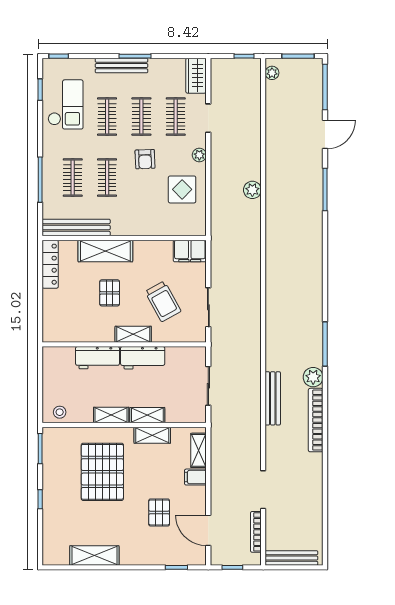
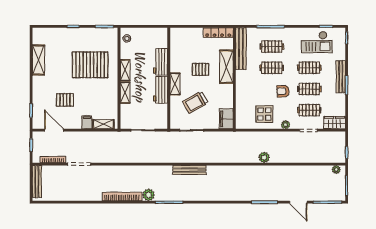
bench: (273, 398) -> (189, 170), moved
shelving: (152, 435) -> (113, 96), removed
door: (208, 530) -> (54, 130), hinge flipped

